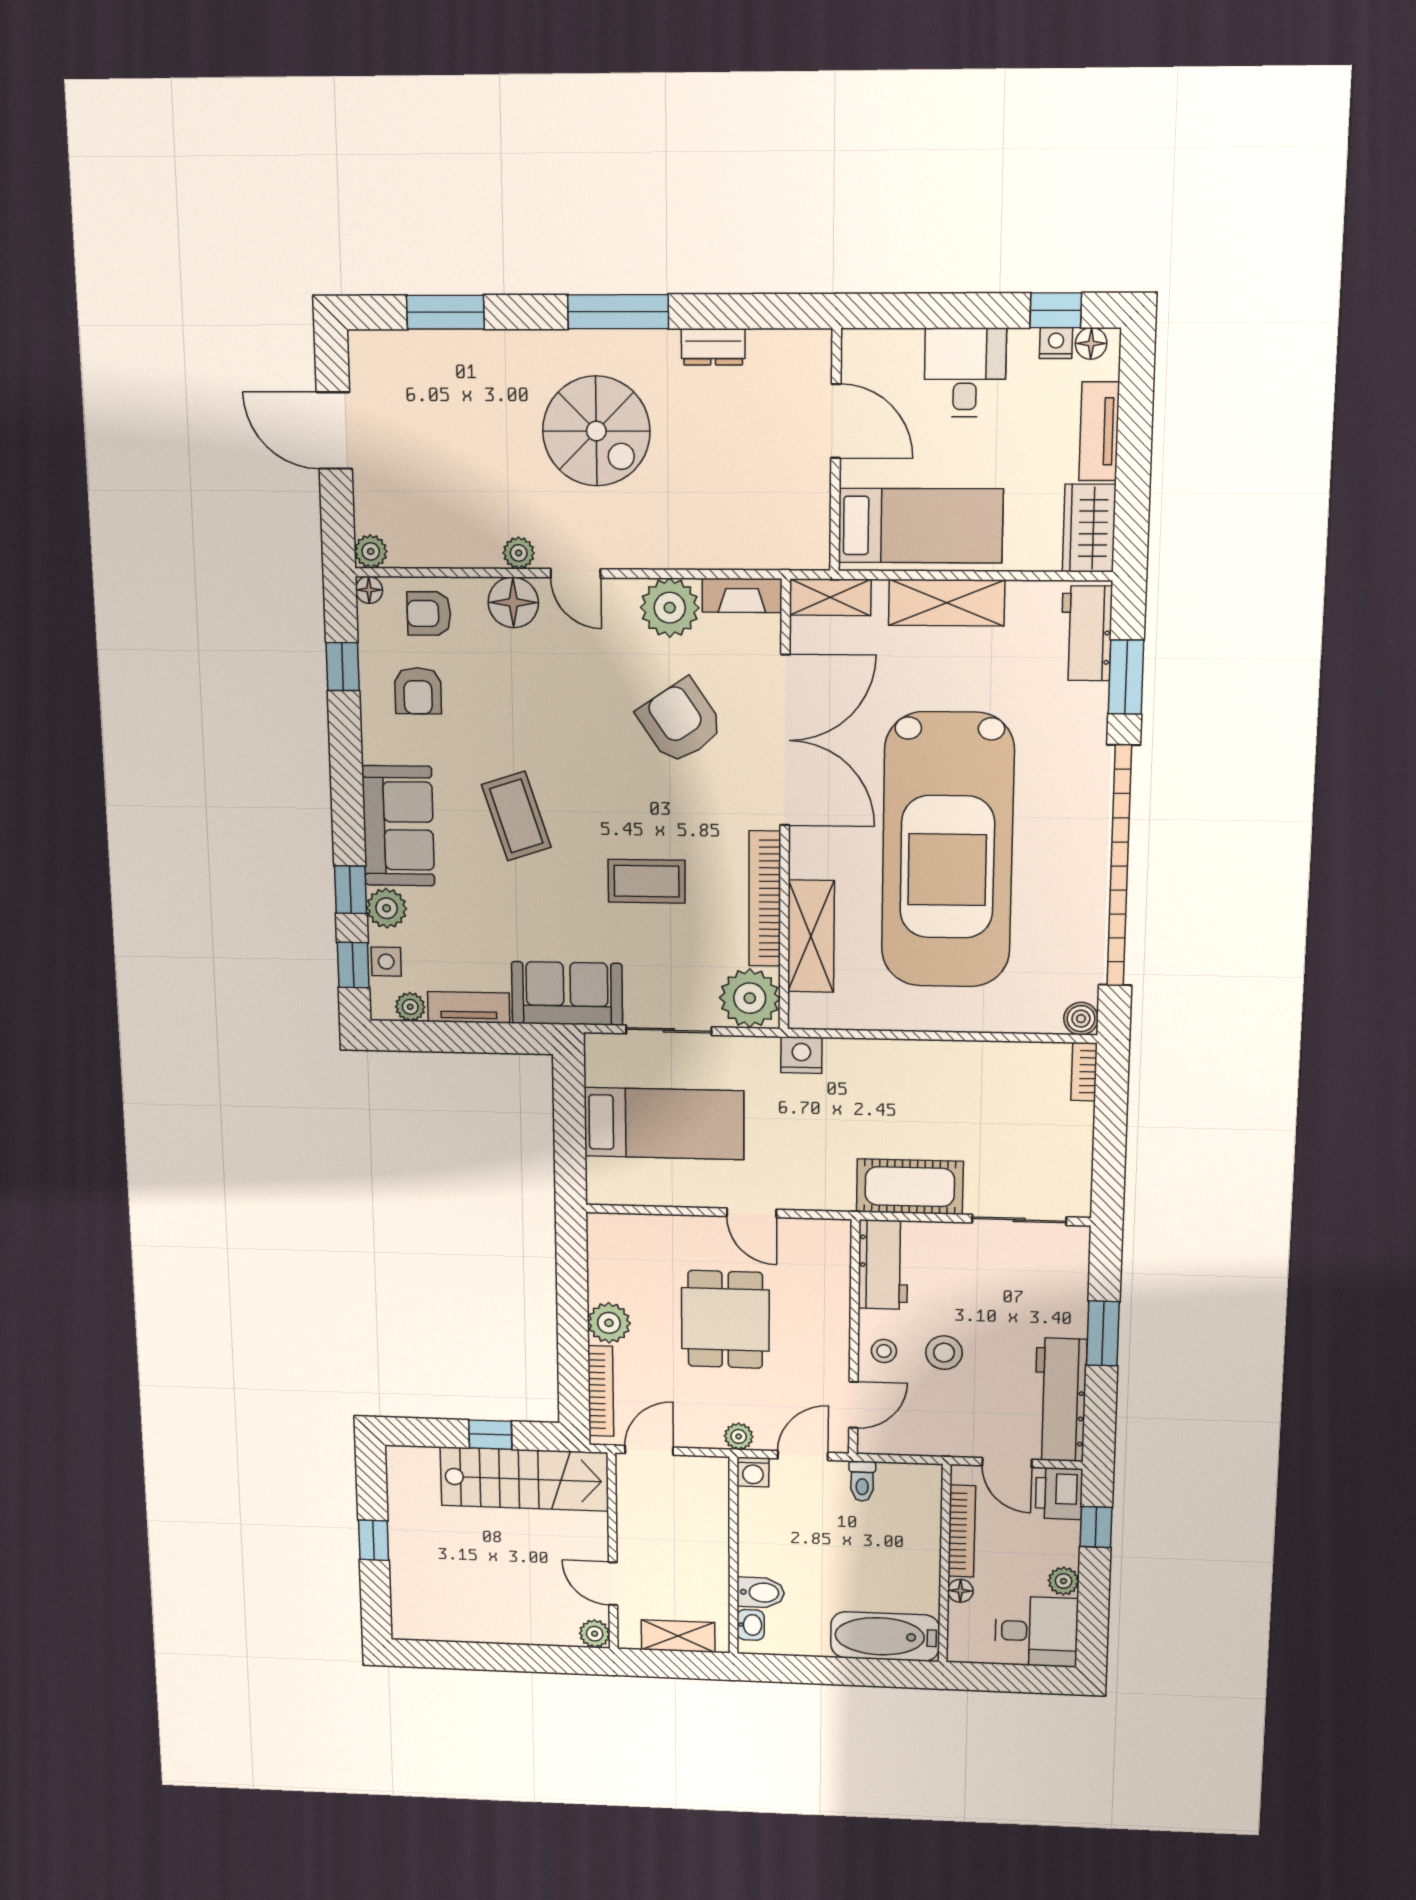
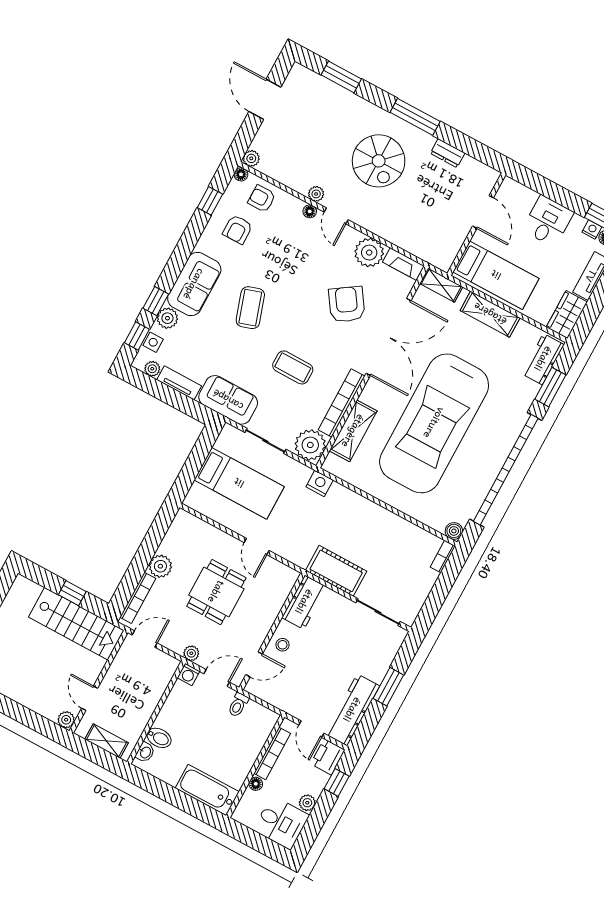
floor lamp: (513, 602) -> (310, 211), width x0.53, depth x0.53
stool: (944, 1353) -> (310, 660), removed

